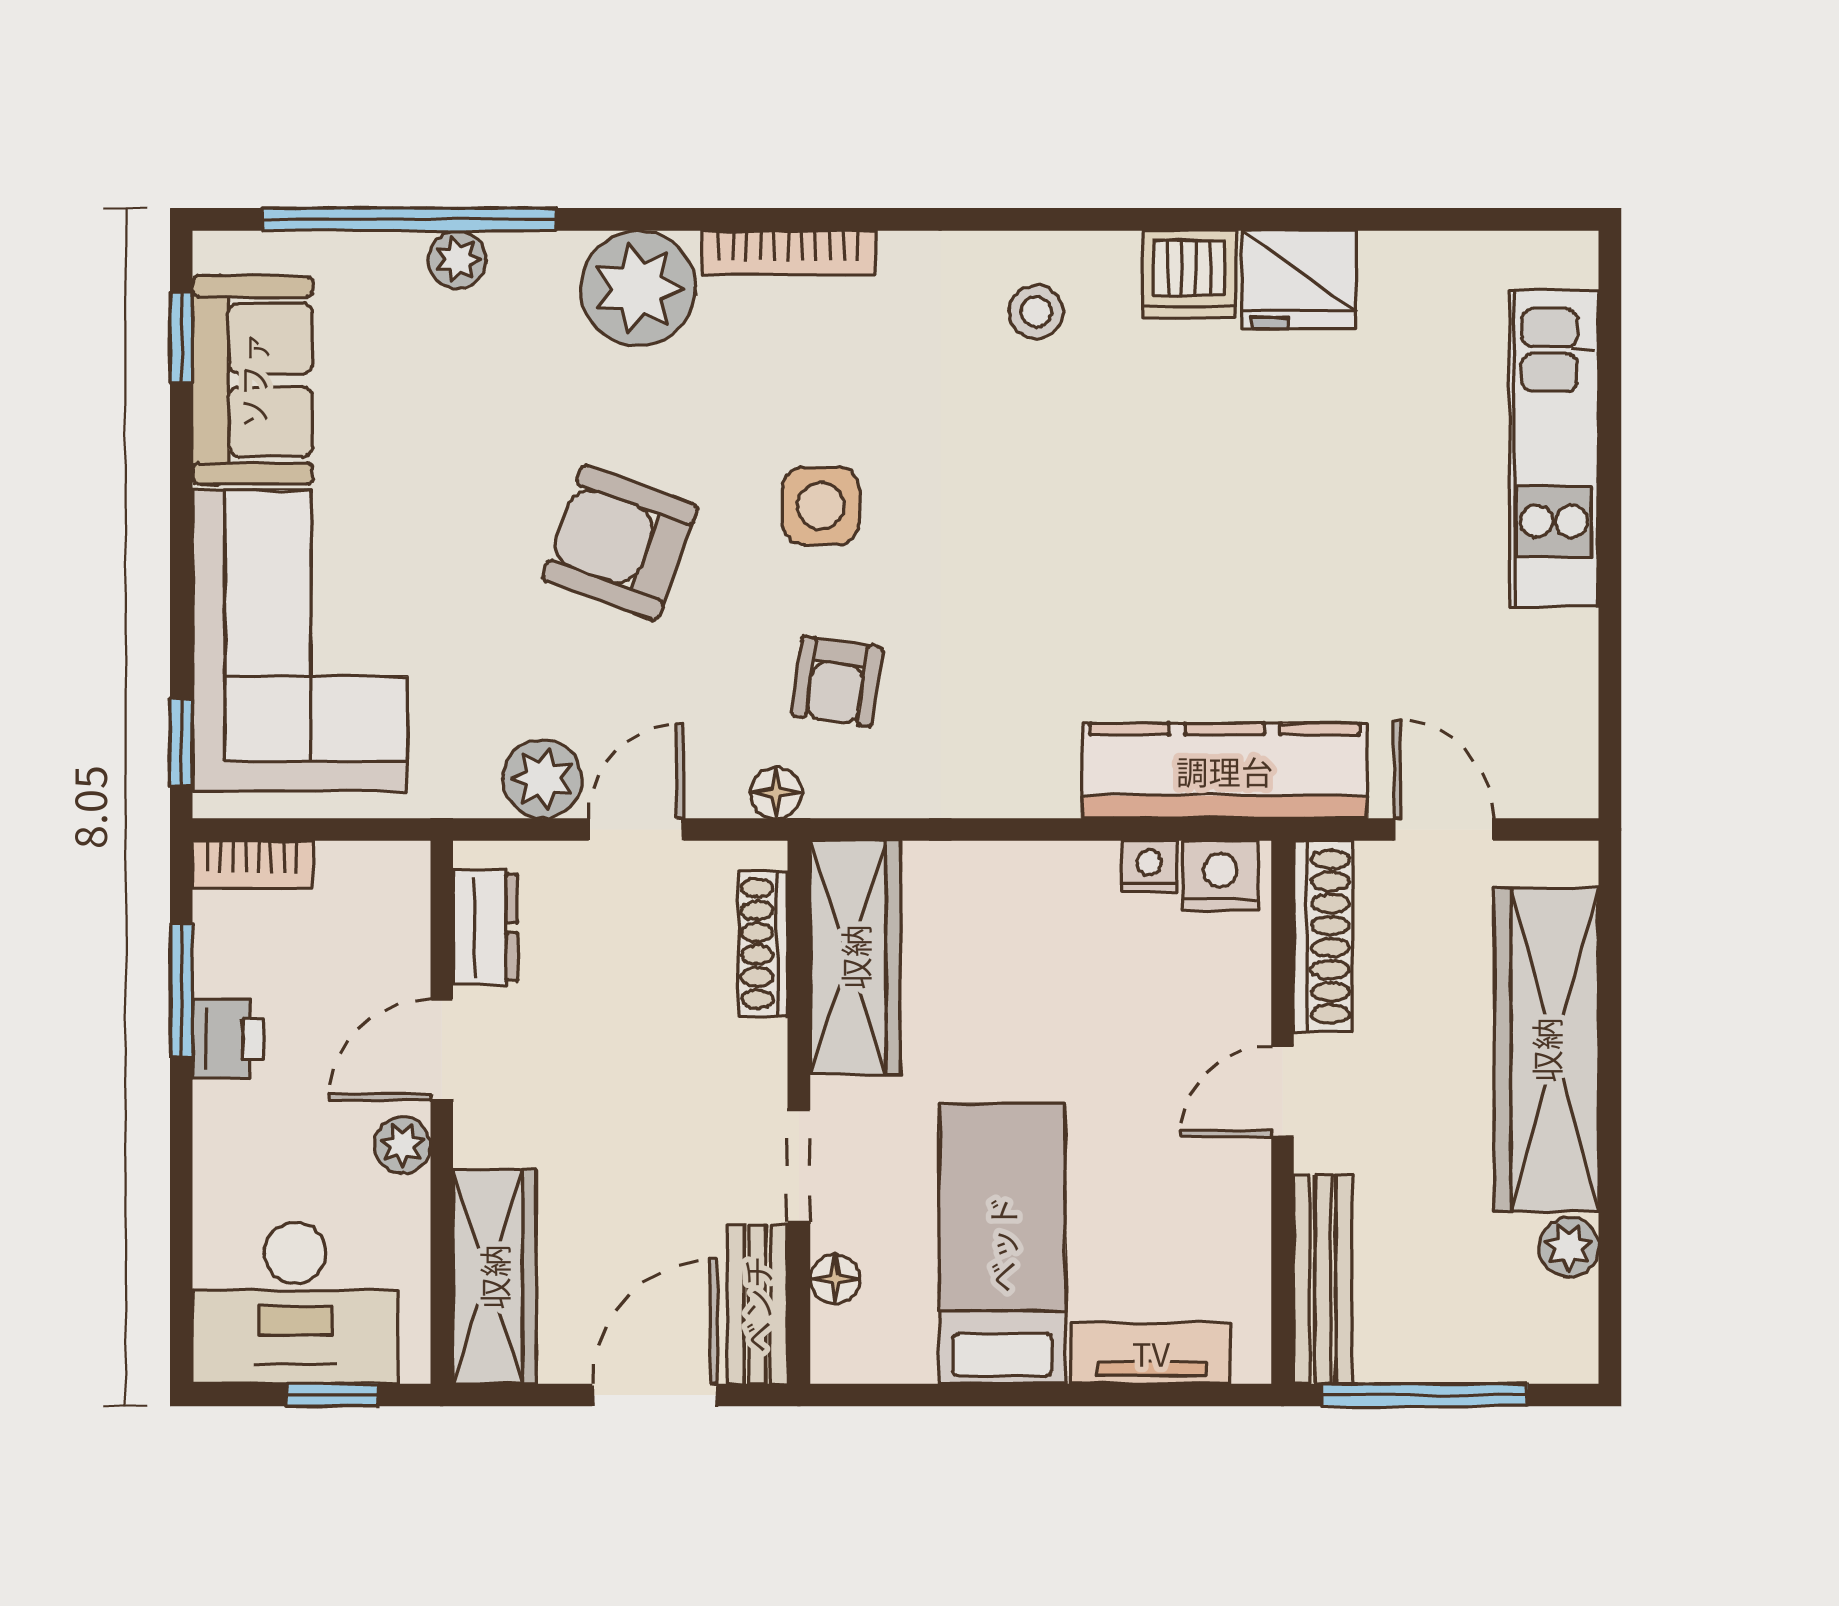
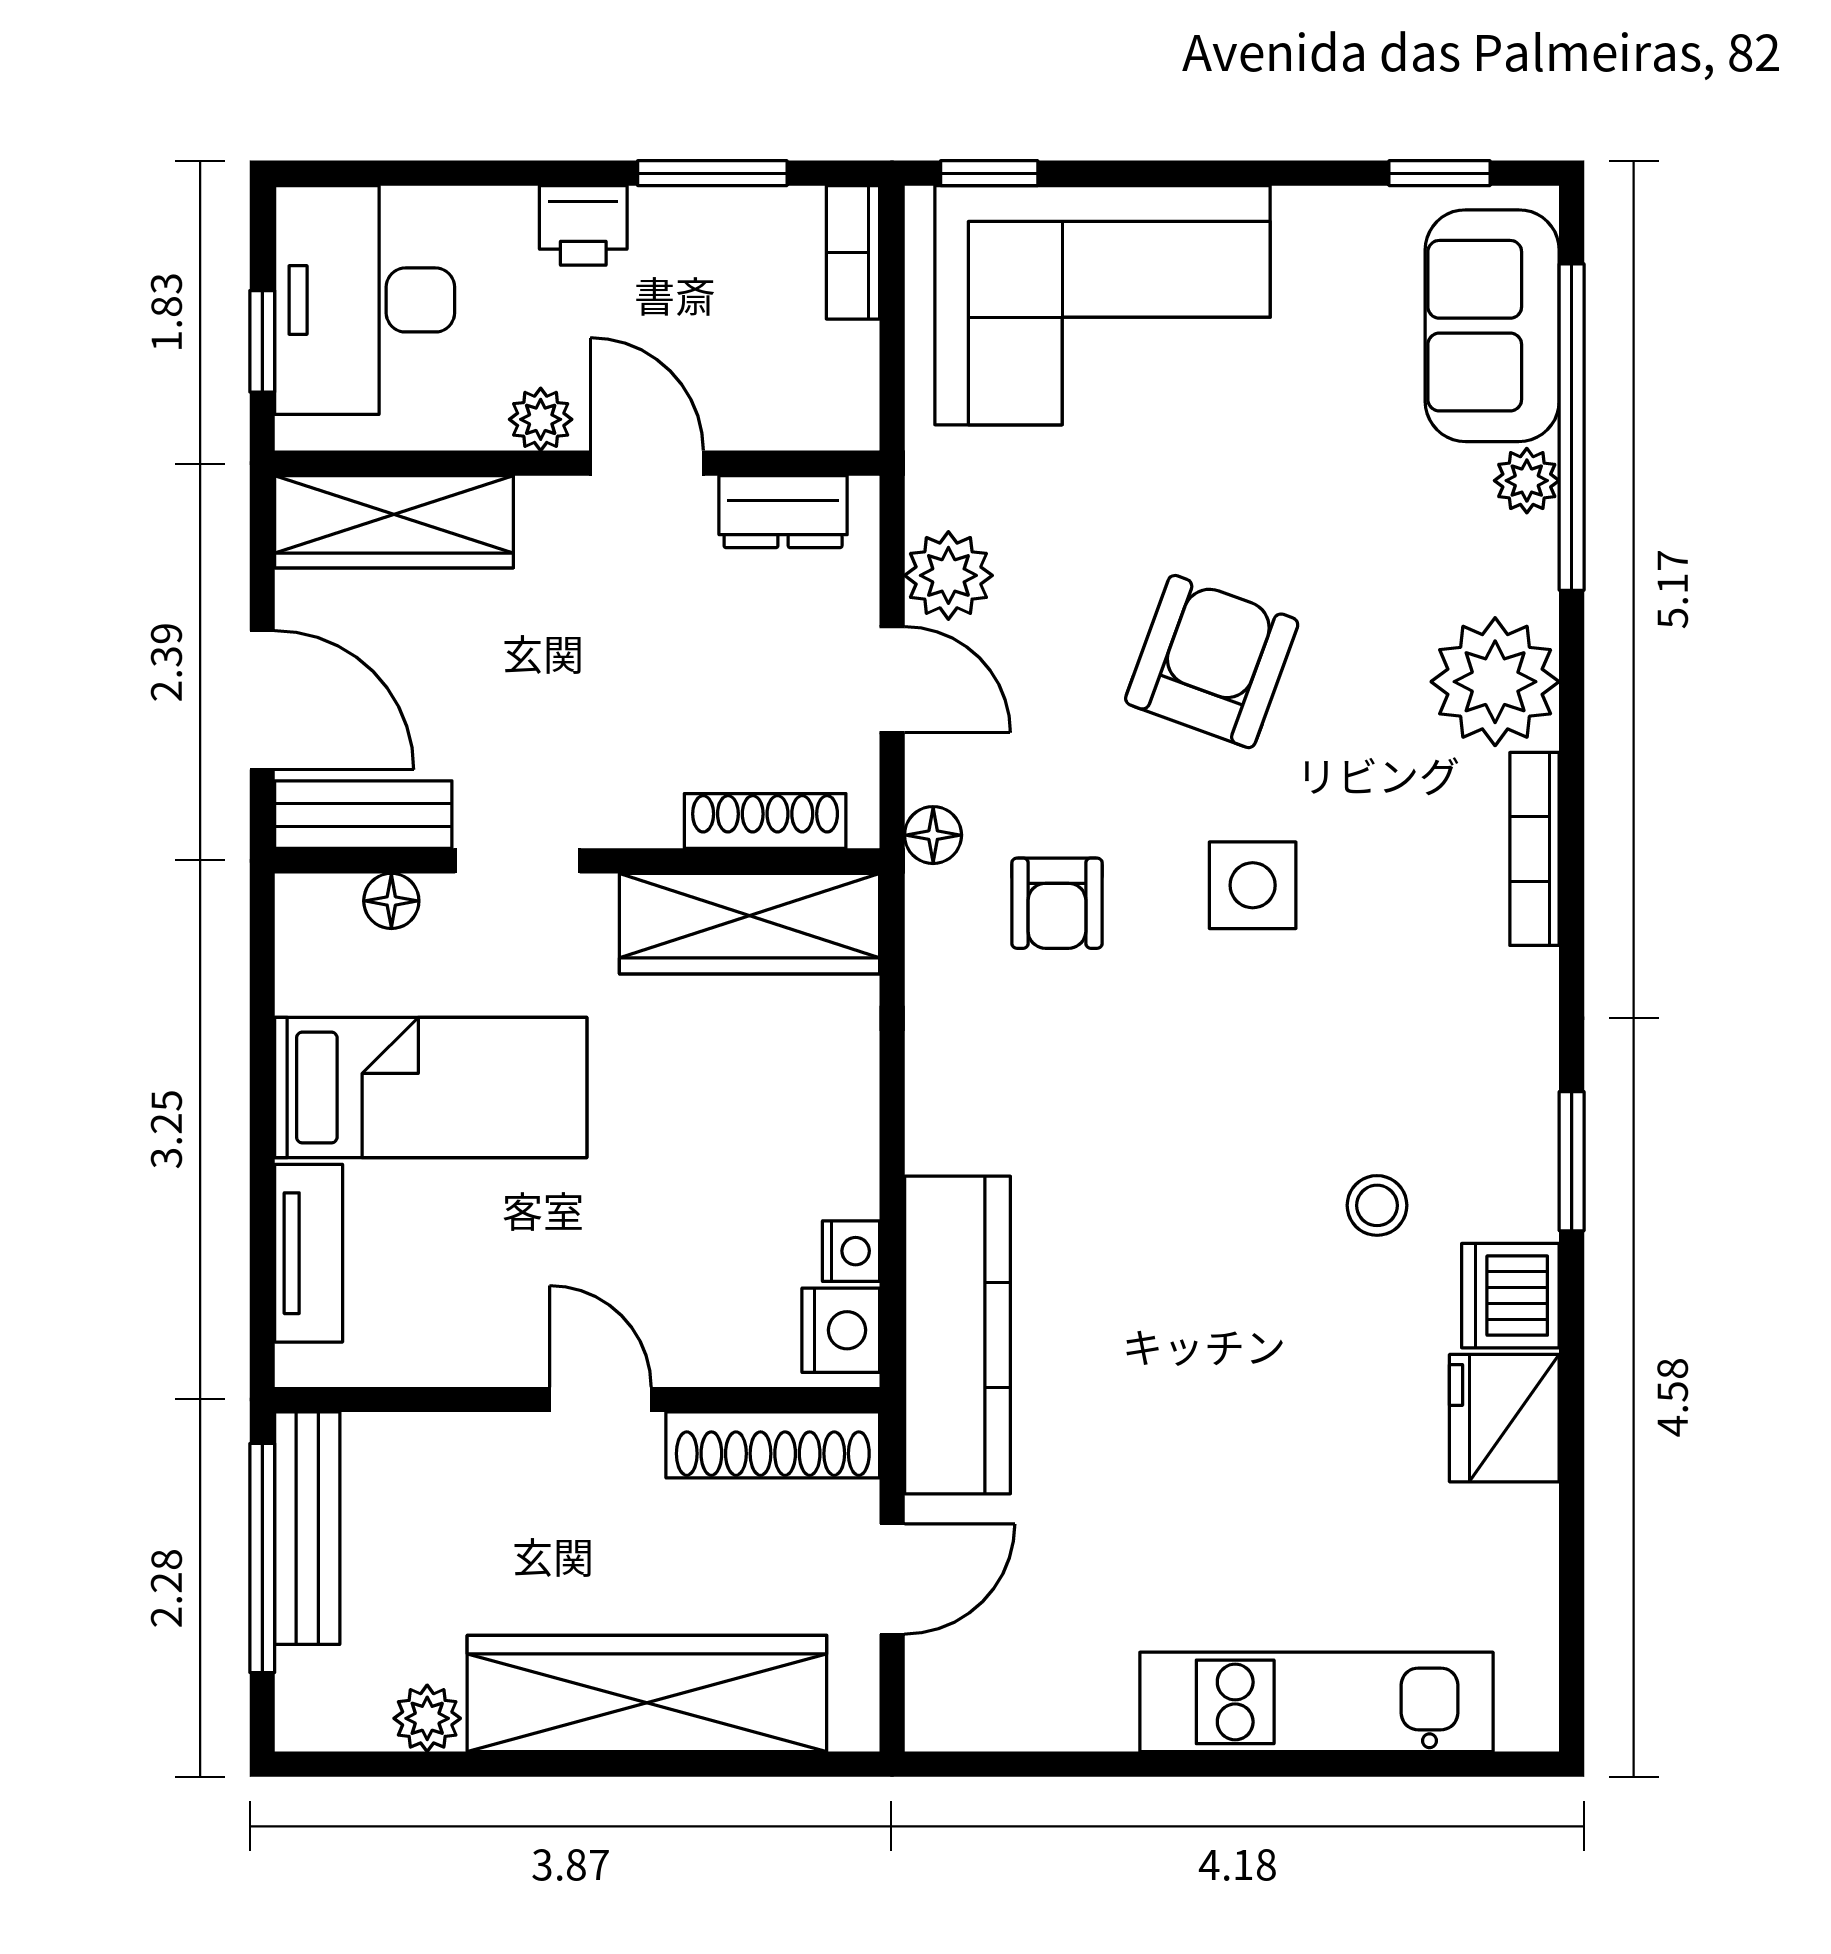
window: (1068, 219) -> (1572, 1161), added
stool: (1036, 312) -> (1377, 1205), moved
sofa: (253, 380) -> (1492, 326), moved, turned 90
armchair: (837, 681) -> (1057, 903), turned -98
printer: (228, 1039) -> (583, 225), moved
bench: (1323, 1279) -> (307, 1528), moved, turned 90

